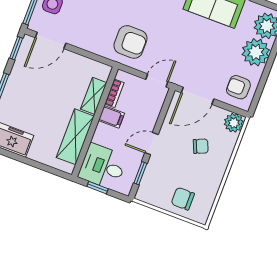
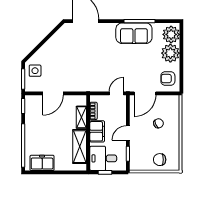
door: (51, 40) -> (53, 93), moved
armchair: (130, 42) -> (91, 76), removed
filing cabinet: (111, 117) -> (97, 131), width x2.00
plant: (234, 123) -> (173, 101), removed

